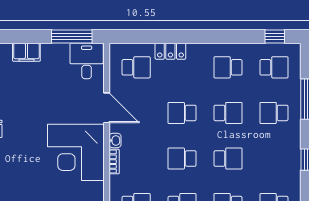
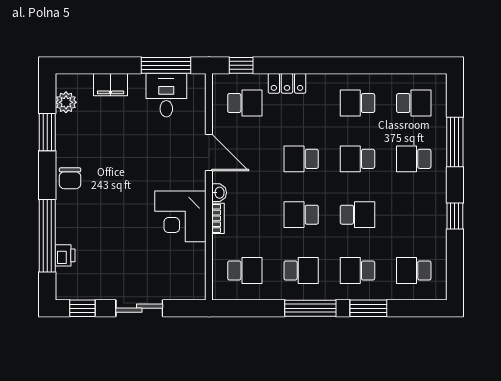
window: (275, 37) -> (241, 65), moved
desk: (87, 61) -> (166, 95), moved
school desk: (228, 113) -> (357, 159), turned 180
corner desk: (76, 152) -> (180, 216), width x0.74, depth x0.74

